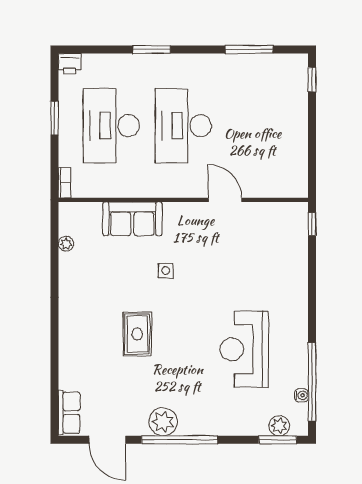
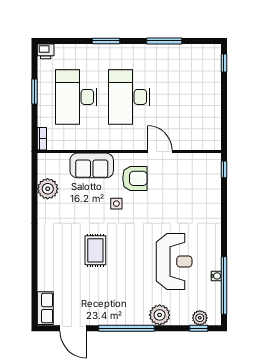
window: (249, 50) -> (164, 41), moved
armchair: (191, 236) -> (135, 178), added
plant: (66, 244) -> (48, 189), width x1.88, depth x1.88
reception desk: (244, 349) -> (174, 261), turned 180
water cooler: (302, 395) -> (216, 276), moved
plant: (163, 422) -> (160, 315), moved
window: (278, 440) -> (199, 328), width x0.67

